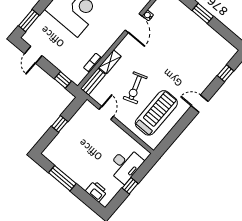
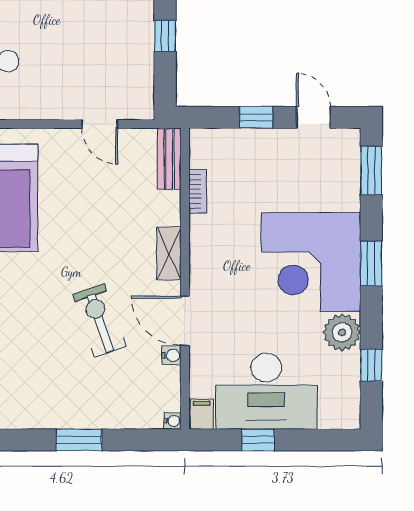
shelving: (110, 62) -> (169, 254), moved
window: (63, 80) -> (256, 117), moved
exercise bike: (135, 88) -> (99, 320), moved

